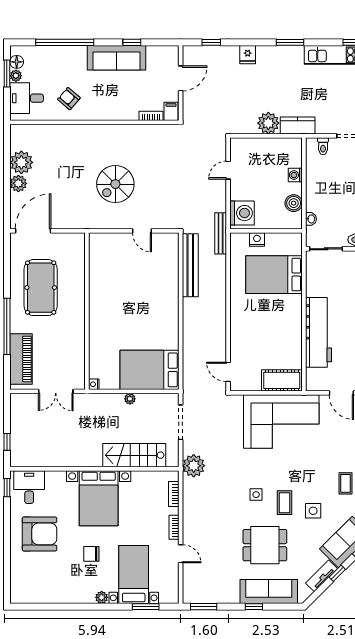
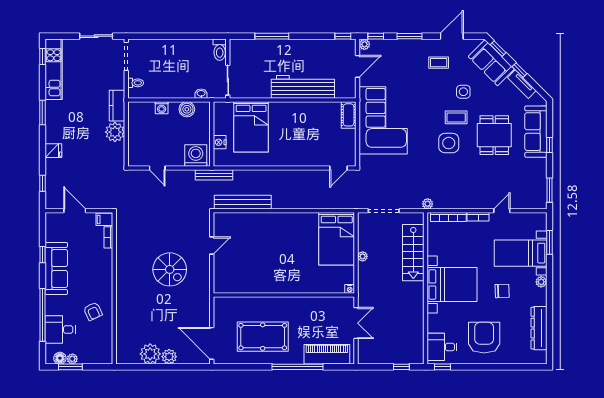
desk: (27, 98) -> (60, 330), moved, turned 90
armchair: (69, 99) -> (93, 311), turned -66
cot: (282, 380) -> (349, 115), width x0.73, depth x0.75
plant: (194, 466) -> (428, 204), width x0.53, depth x0.53
bookcase: (174, 494) -> (448, 217), width x1.56
side table: (256, 495) -> (449, 143), width x1.87, depth x1.87
chair: (91, 554) -> (502, 291), turned -92
dresser: (50, 595) -> (539, 328), added

